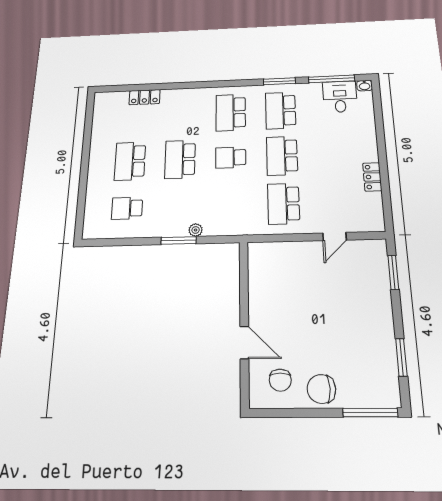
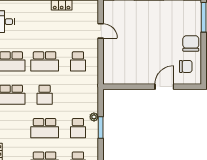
school desk: (284, 204) -> (78, 61), width x0.54
school desk: (179, 207) -> (78, 128), added
chair: (321, 389) -> (191, 43), turned 180

